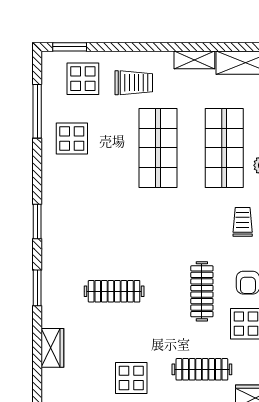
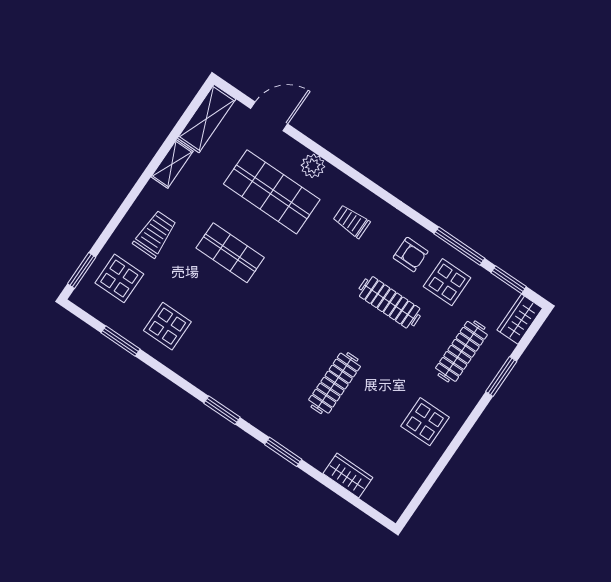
window: (37, 111) -> (120, 341), width x0.69
shop shelf: (158, 148) -> (230, 253), width x0.70, depth x0.74

